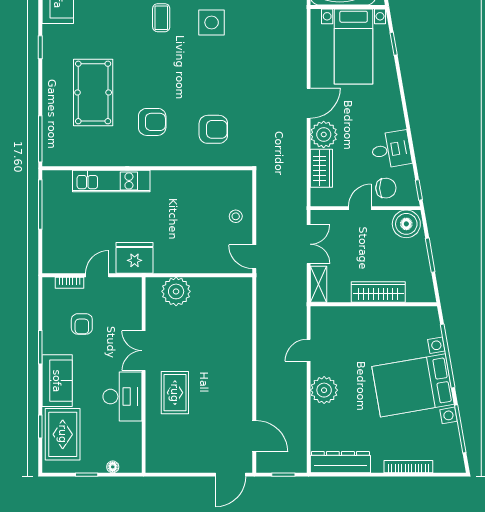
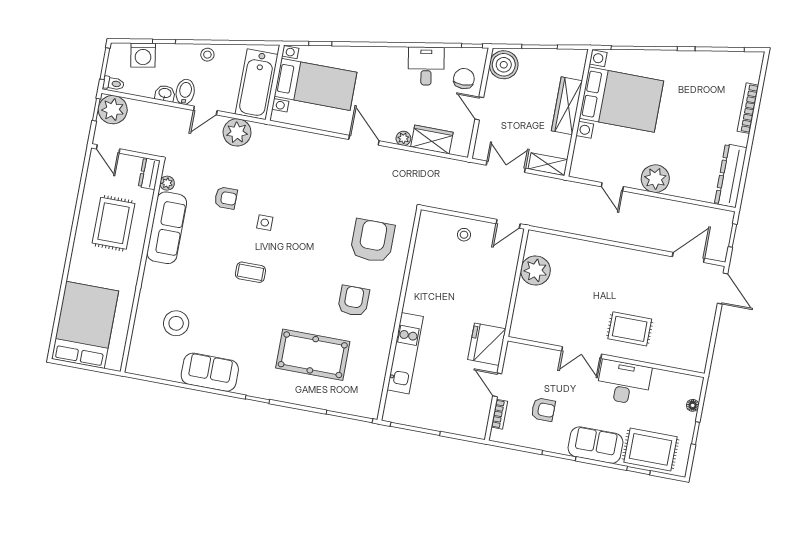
side table: (212, 22) -> (265, 223), width x0.54, depth x0.54
armchair: (213, 129) -> (372, 241), width x1.36, depth x1.36
plant: (324, 134) -> (403, 138), width x0.53, depth x0.53
plant: (176, 291) -> (535, 270), moved
bed with nightstands: (413, 385) -> (621, 100), moved, turned -80

